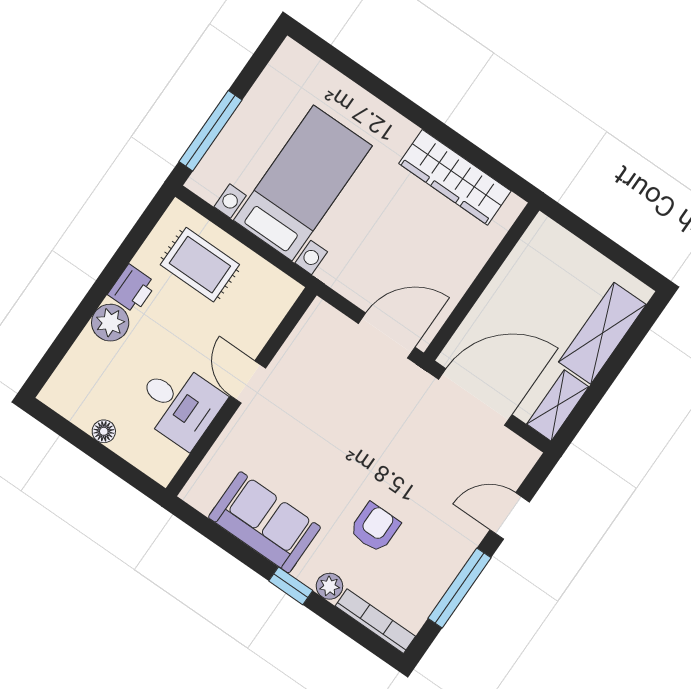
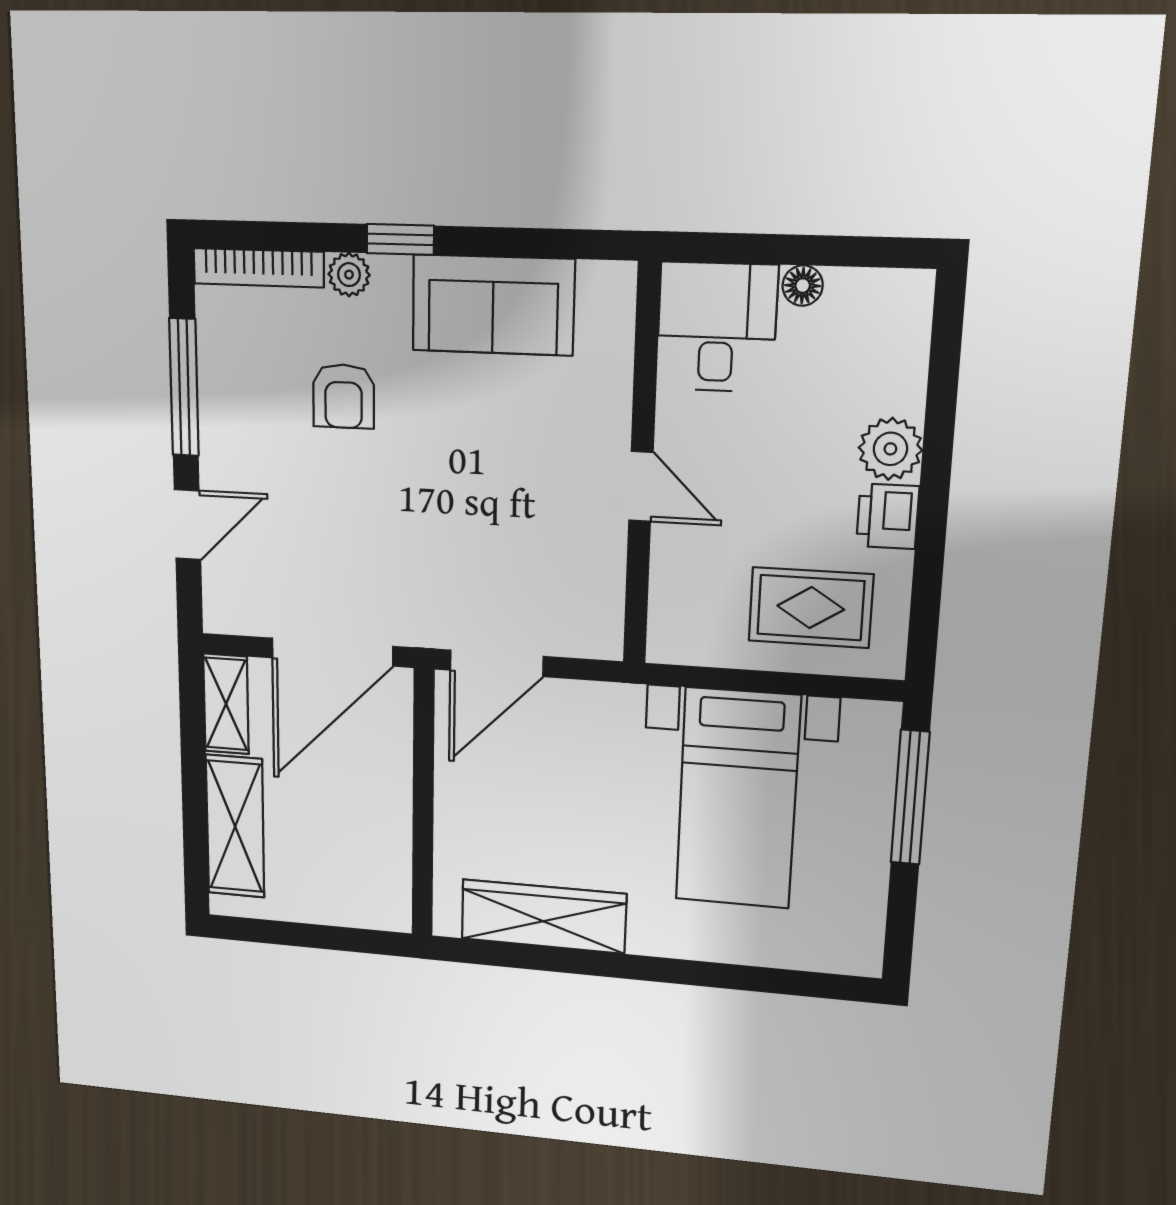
desk: (179, 404) -> (717, 327), moved, turned 90

